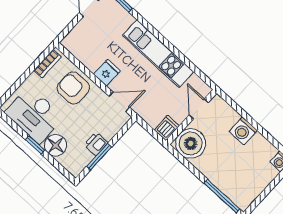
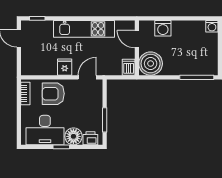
washing machine: (243, 131) -> (163, 28), moved
printer: (96, 144) -> (90, 138), moved, turned 90

